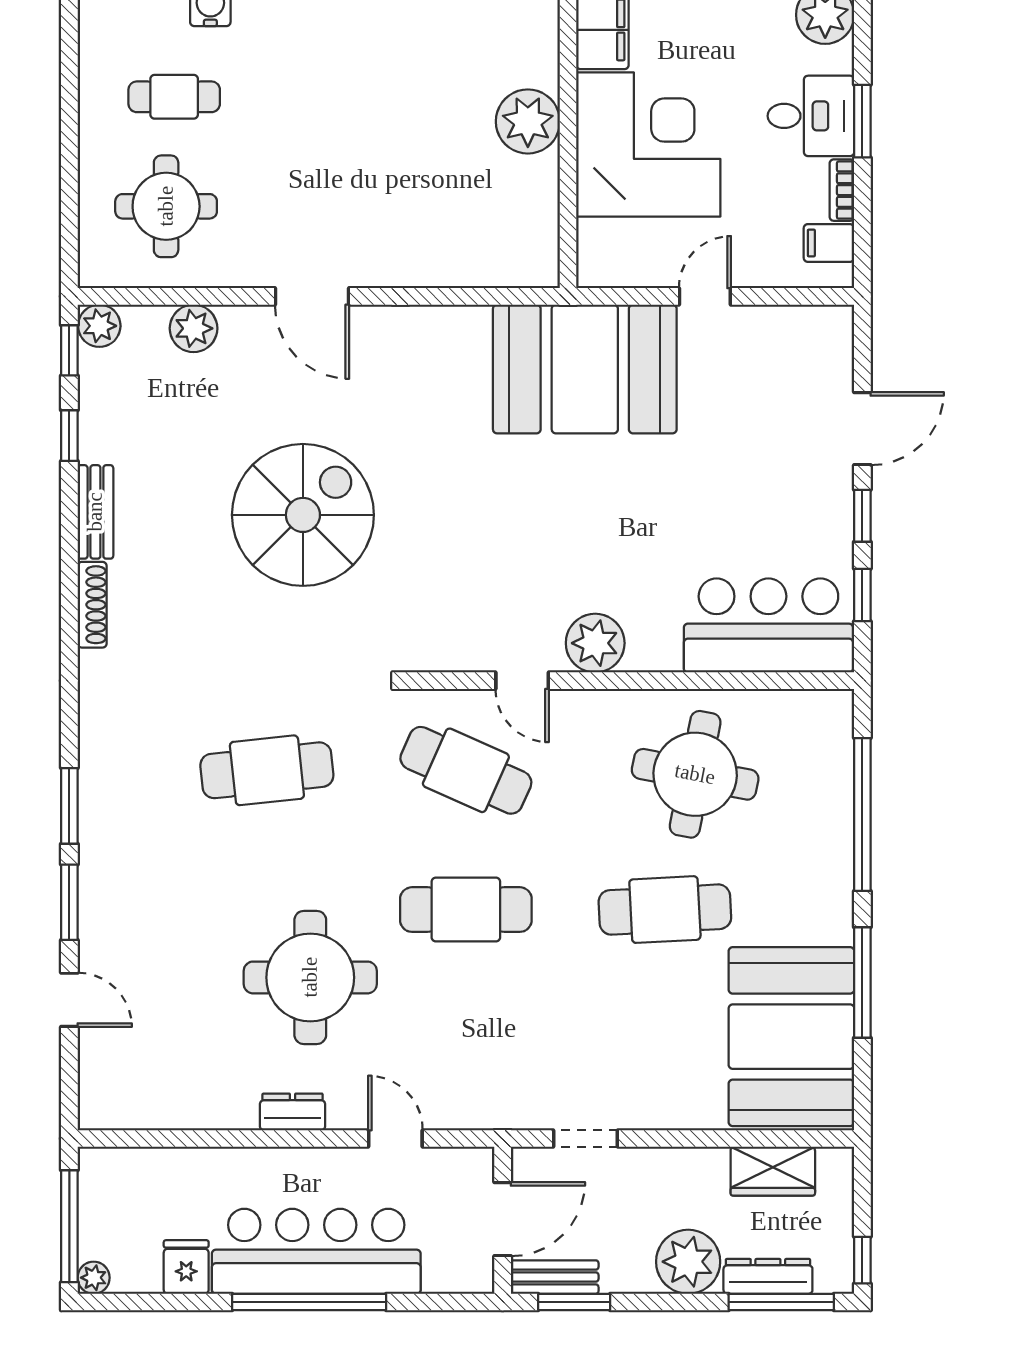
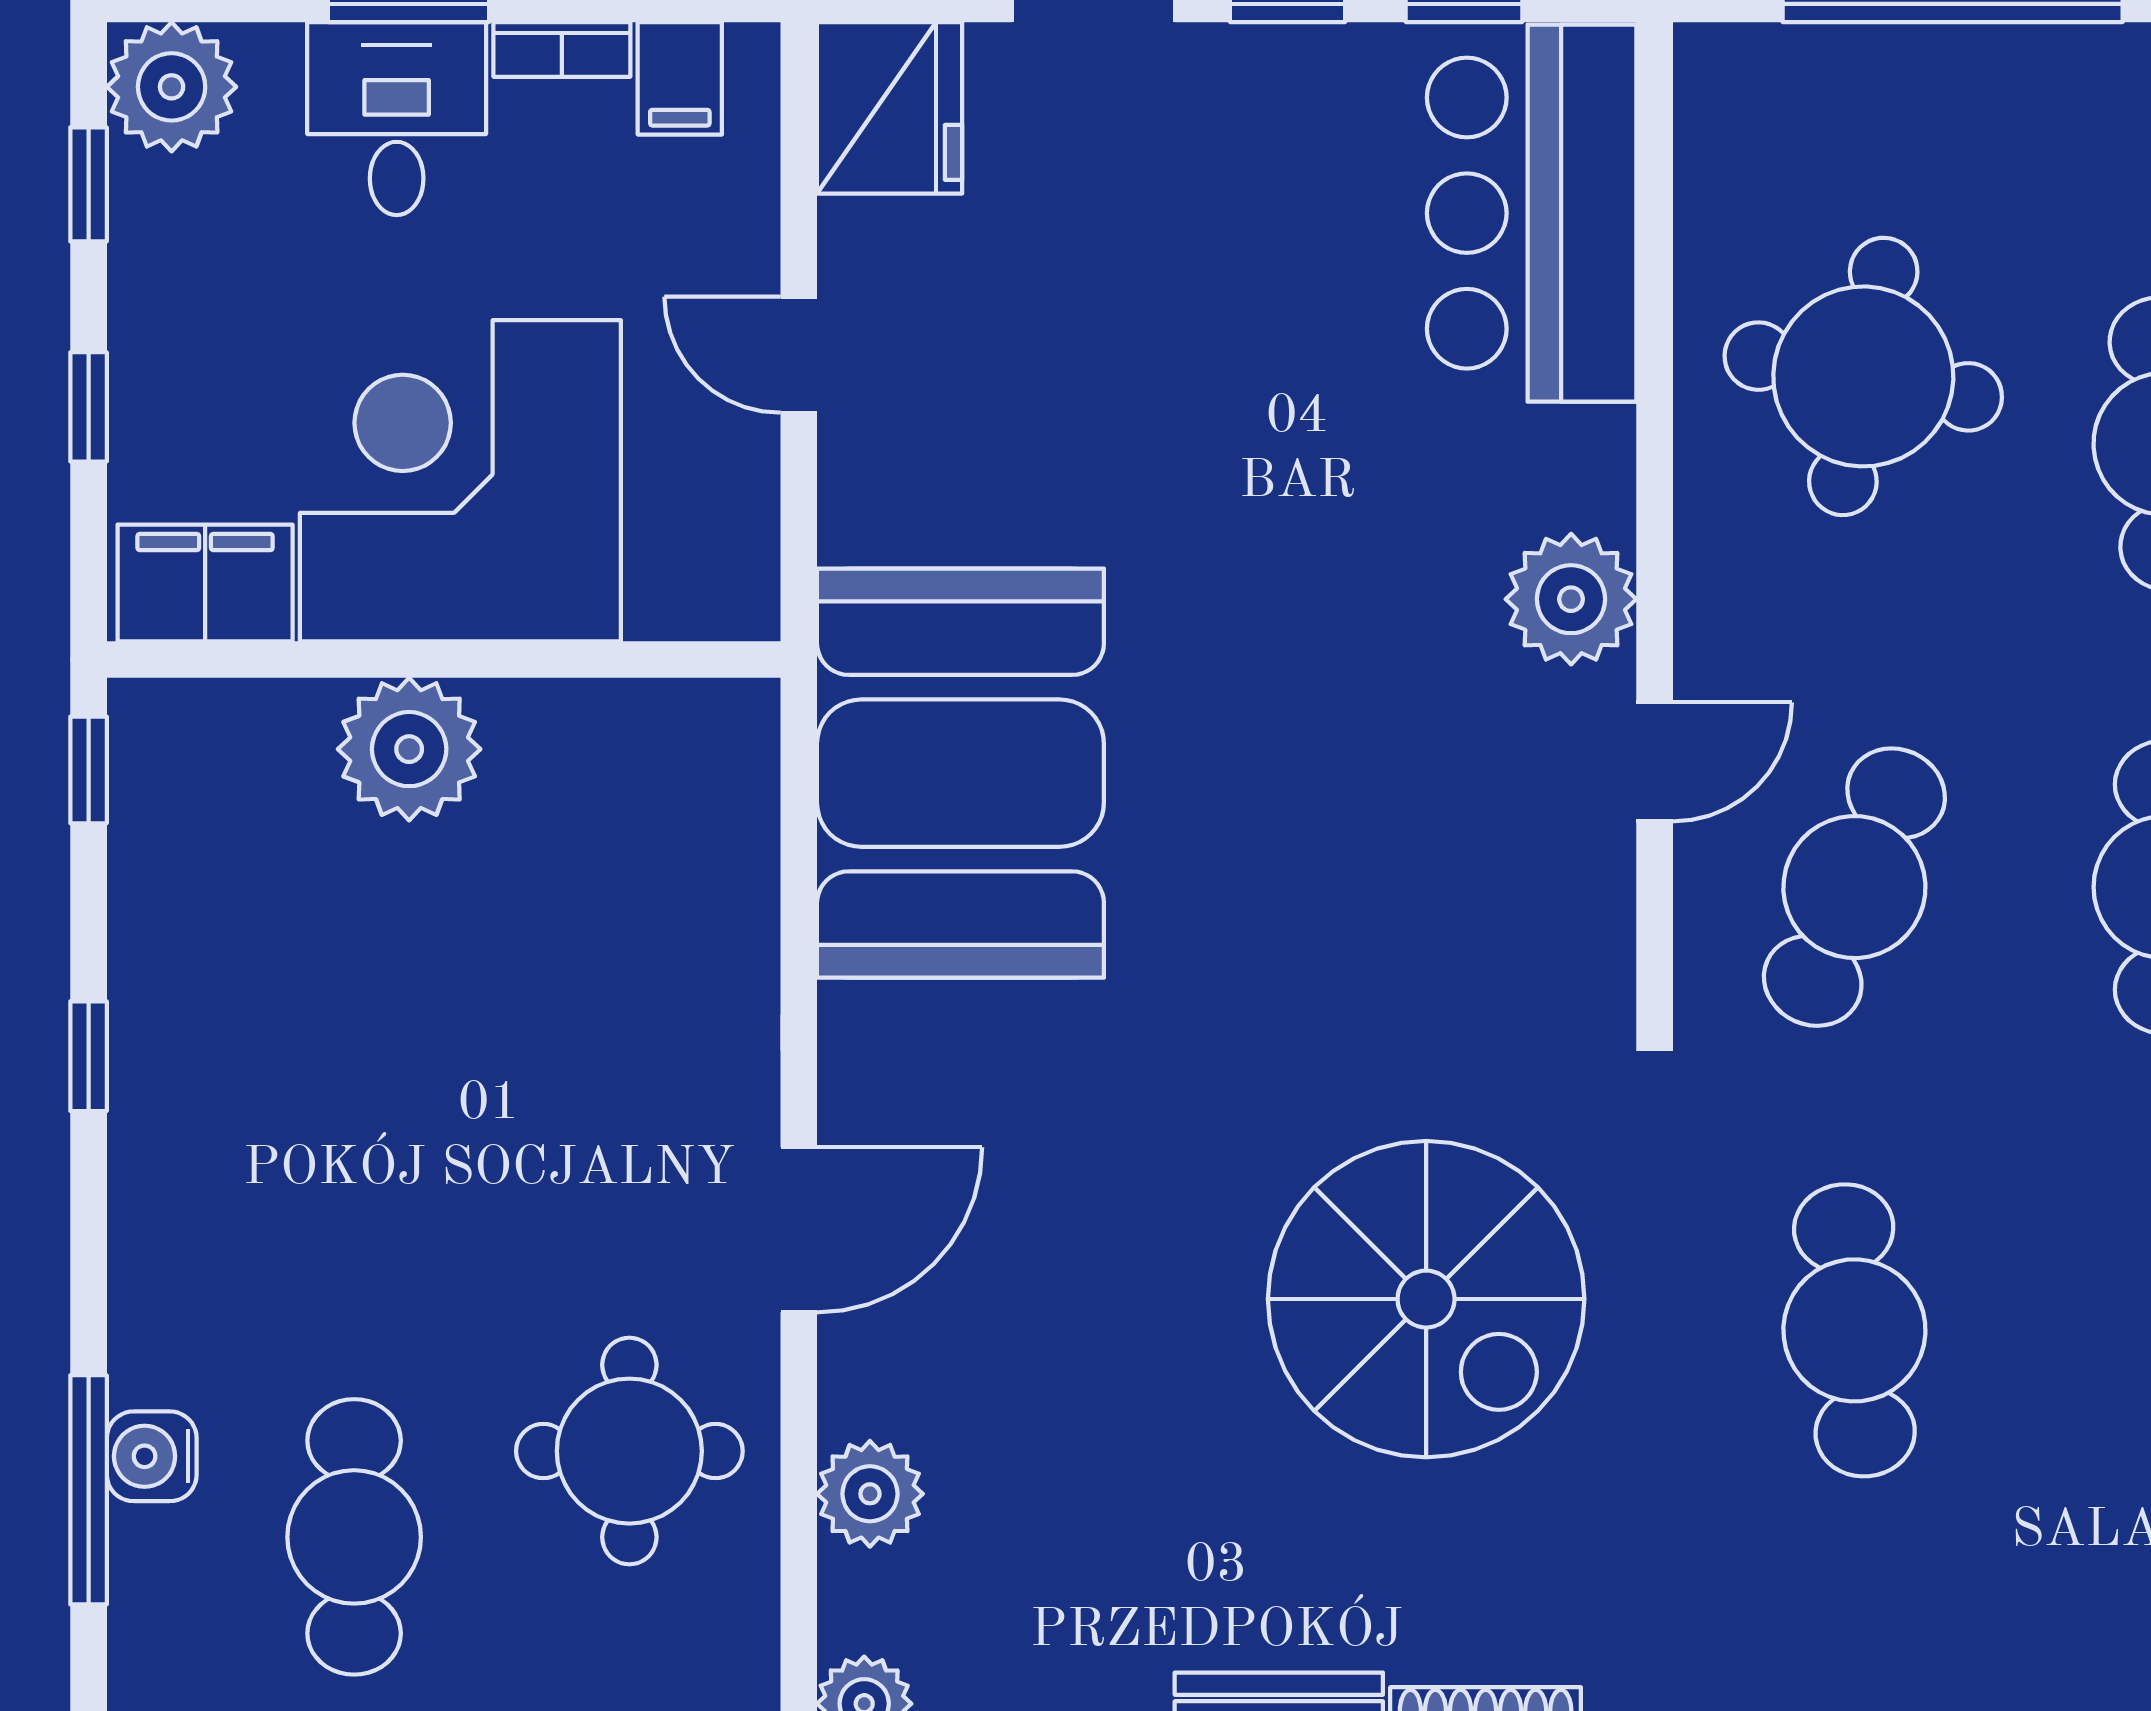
cafe table: (174, 97) -> (354, 1537), width x1.37, depth x1.35
round table: (166, 206) -> (629, 1451), moved
fridge: (816, 337) -> (890, 108), added
booth: (585, 369) -> (960, 773), moved
spiral stairs: (303, 515) -> (1426, 1299), moved, turned 180

